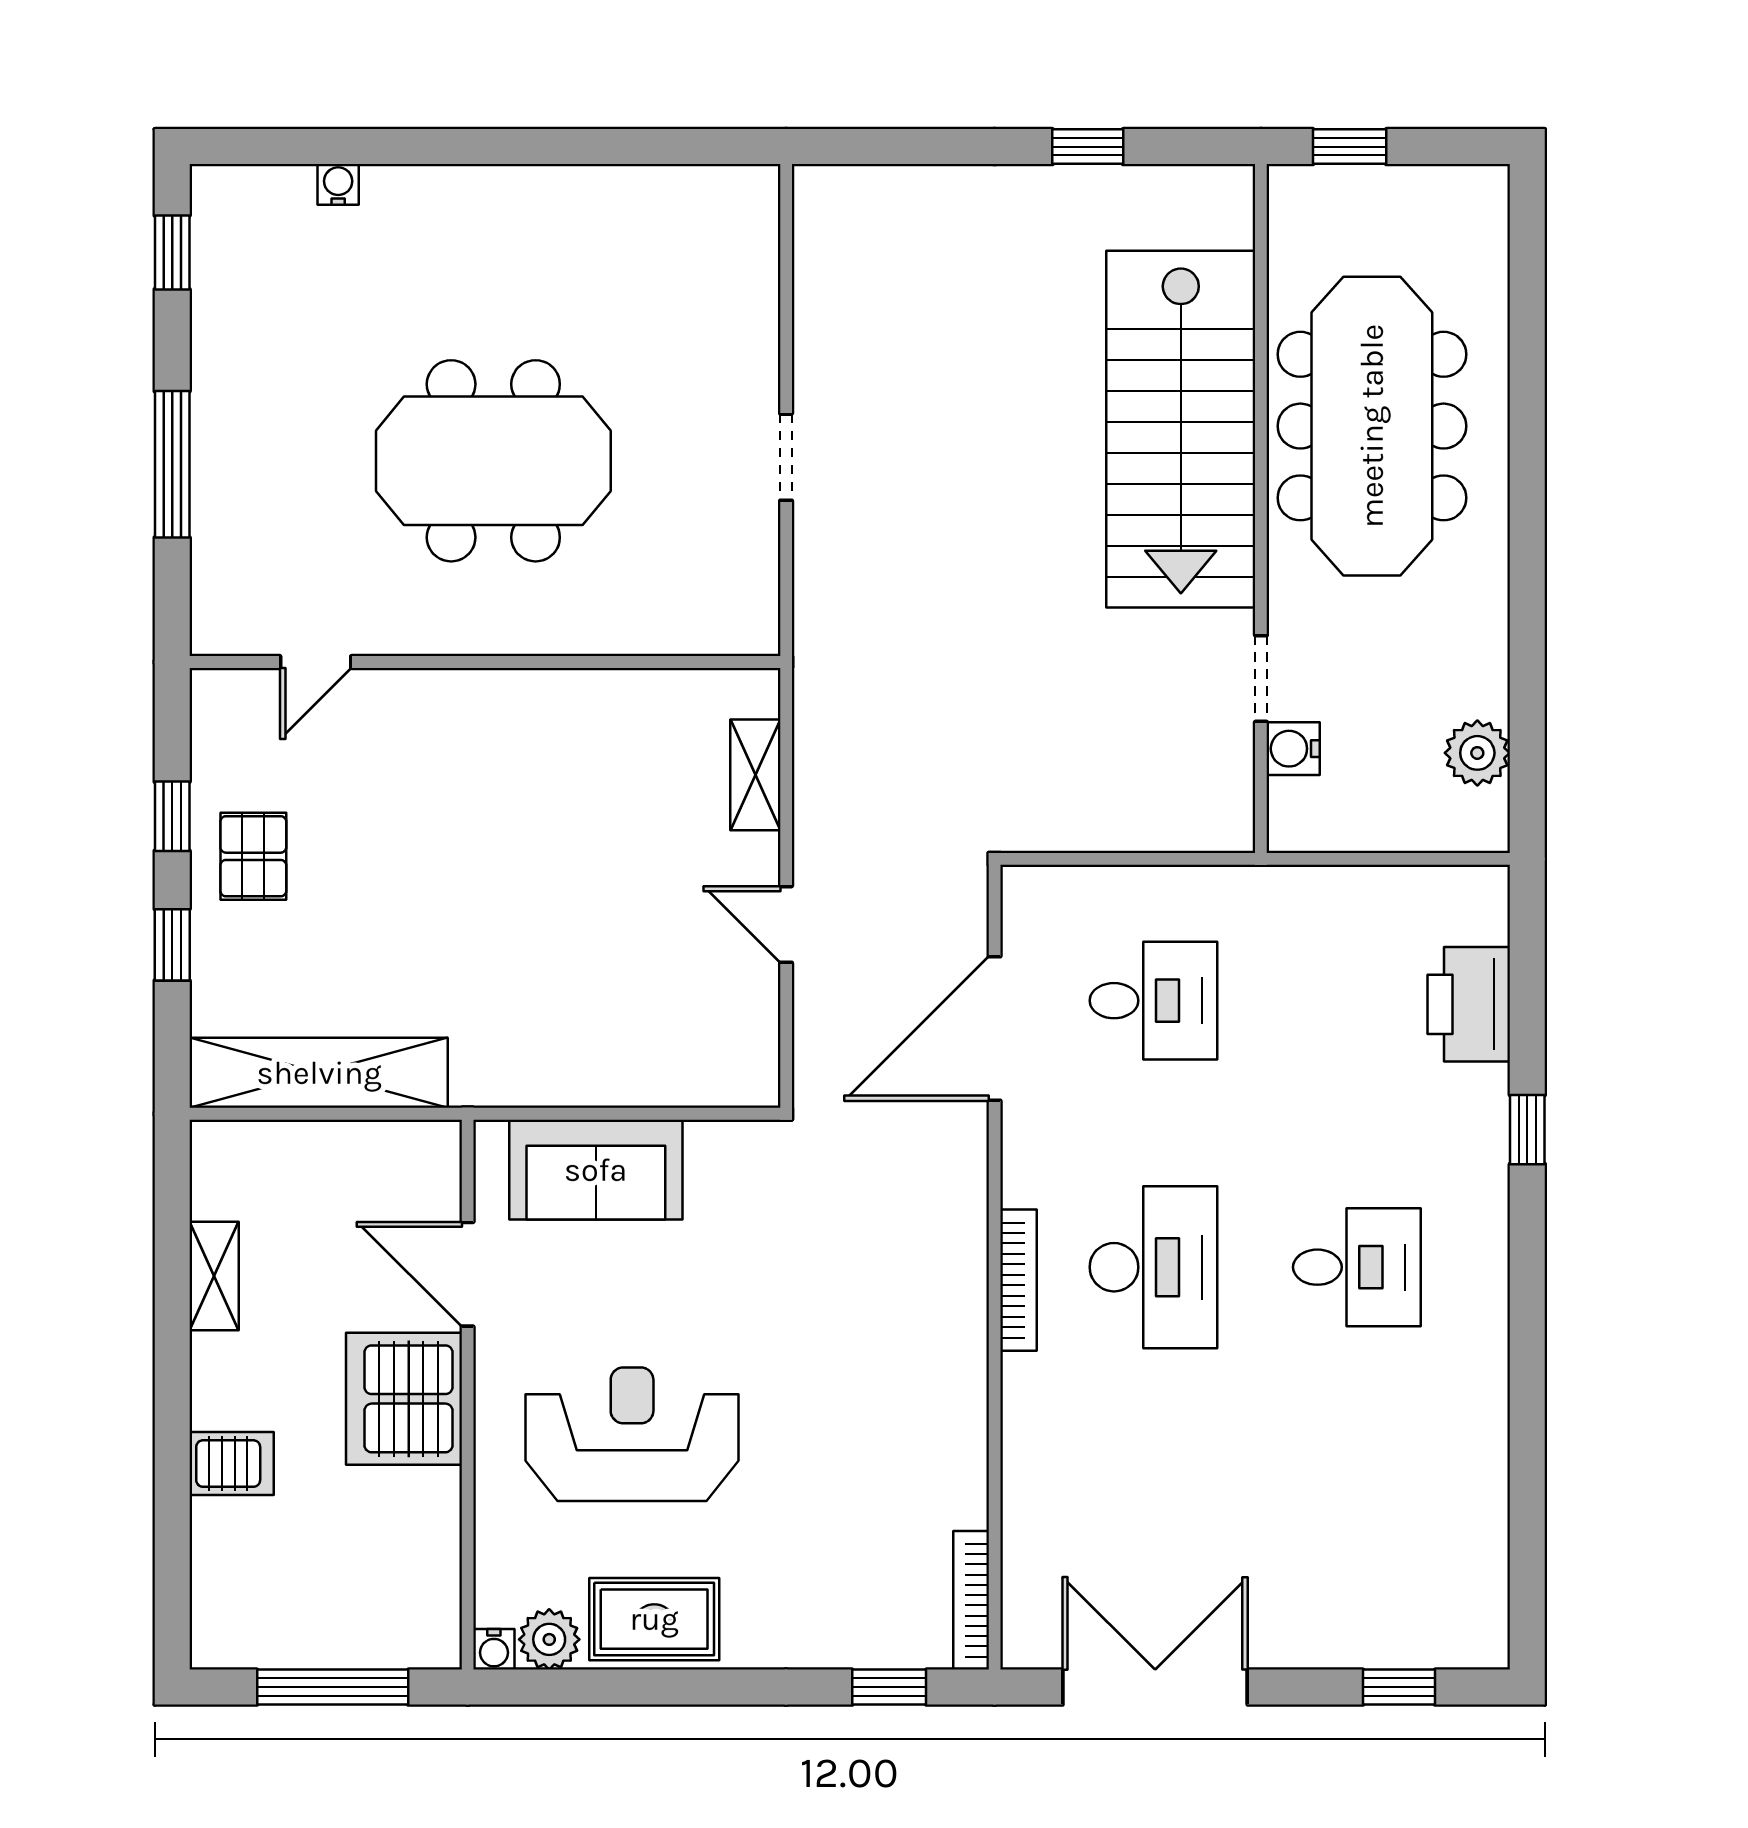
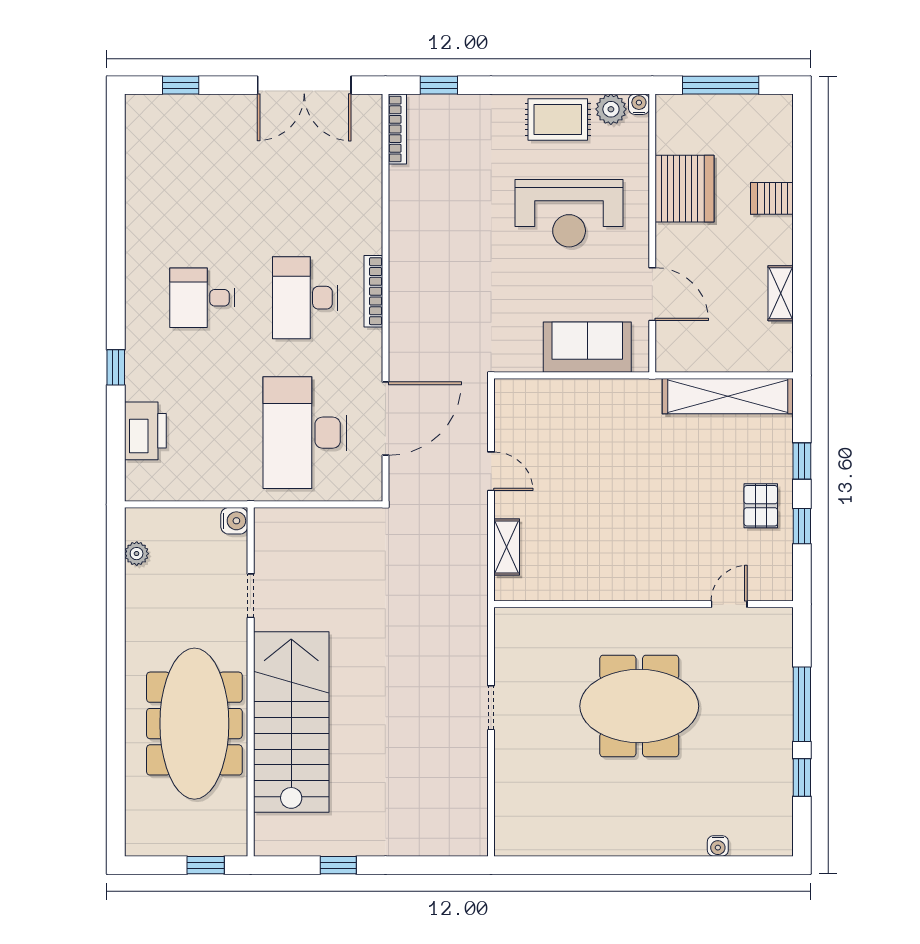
window: (172, 252) -> (802, 777), moved
water cooler: (1293, 749) -> (234, 521), moved
plant: (1477, 753) -> (137, 554), width x0.73, depth x0.73
desk: (1153, 1001) -> (305, 433), width x1.87, depth x1.30
server rack: (404, 1399) -> (685, 189), moved

